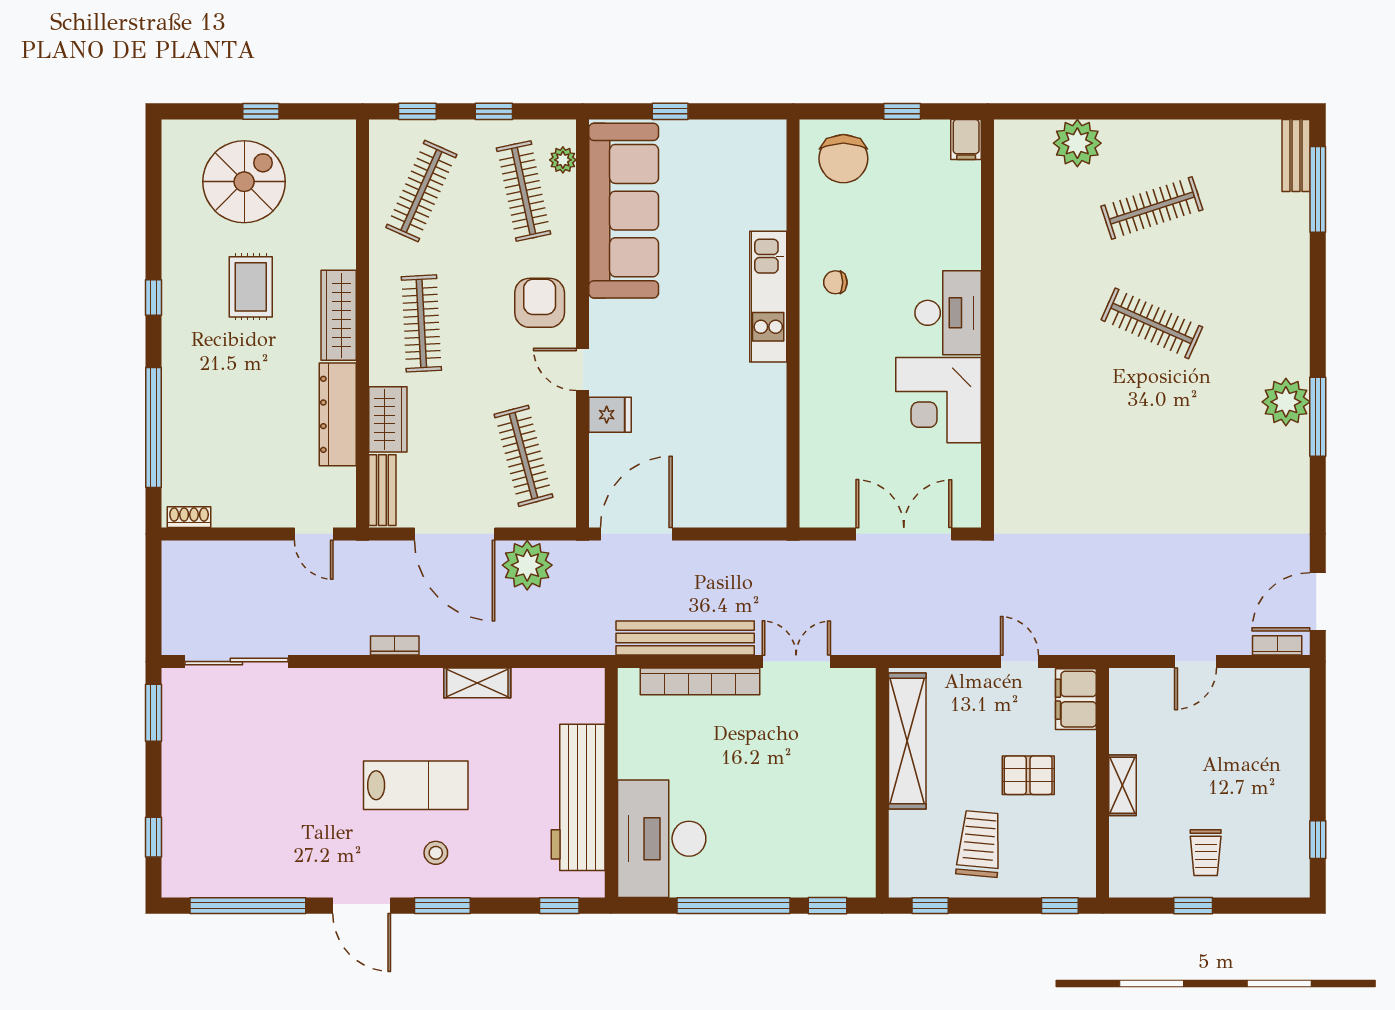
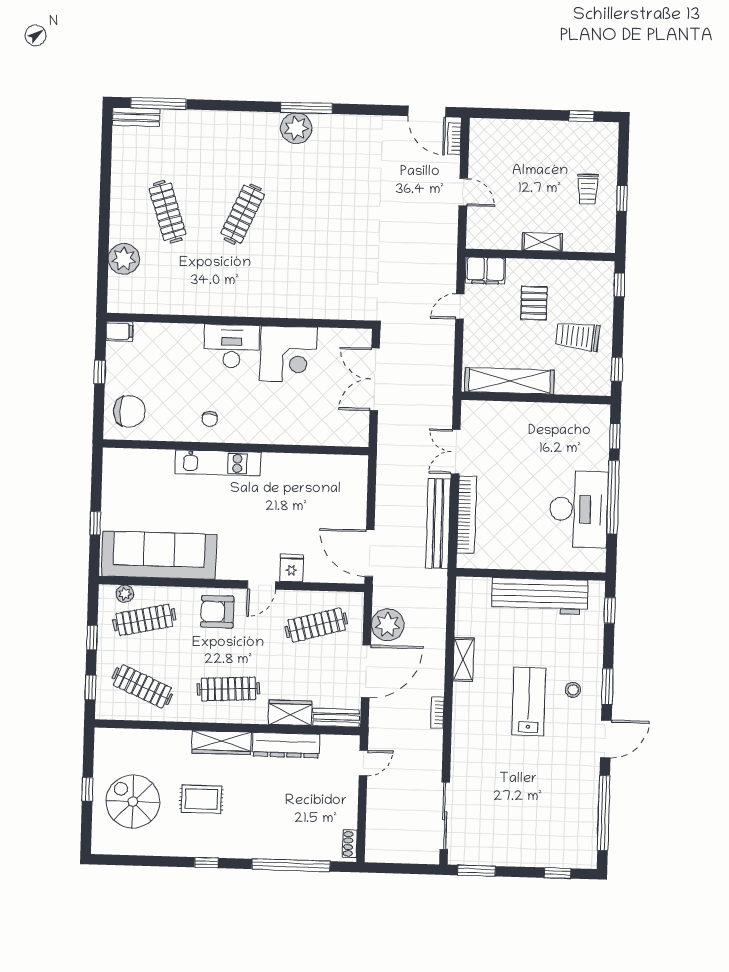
desk: (662, 839) -> (579, 509), moved, turned -90
trolley: (1206, 853) -> (588, 189), turned 90

